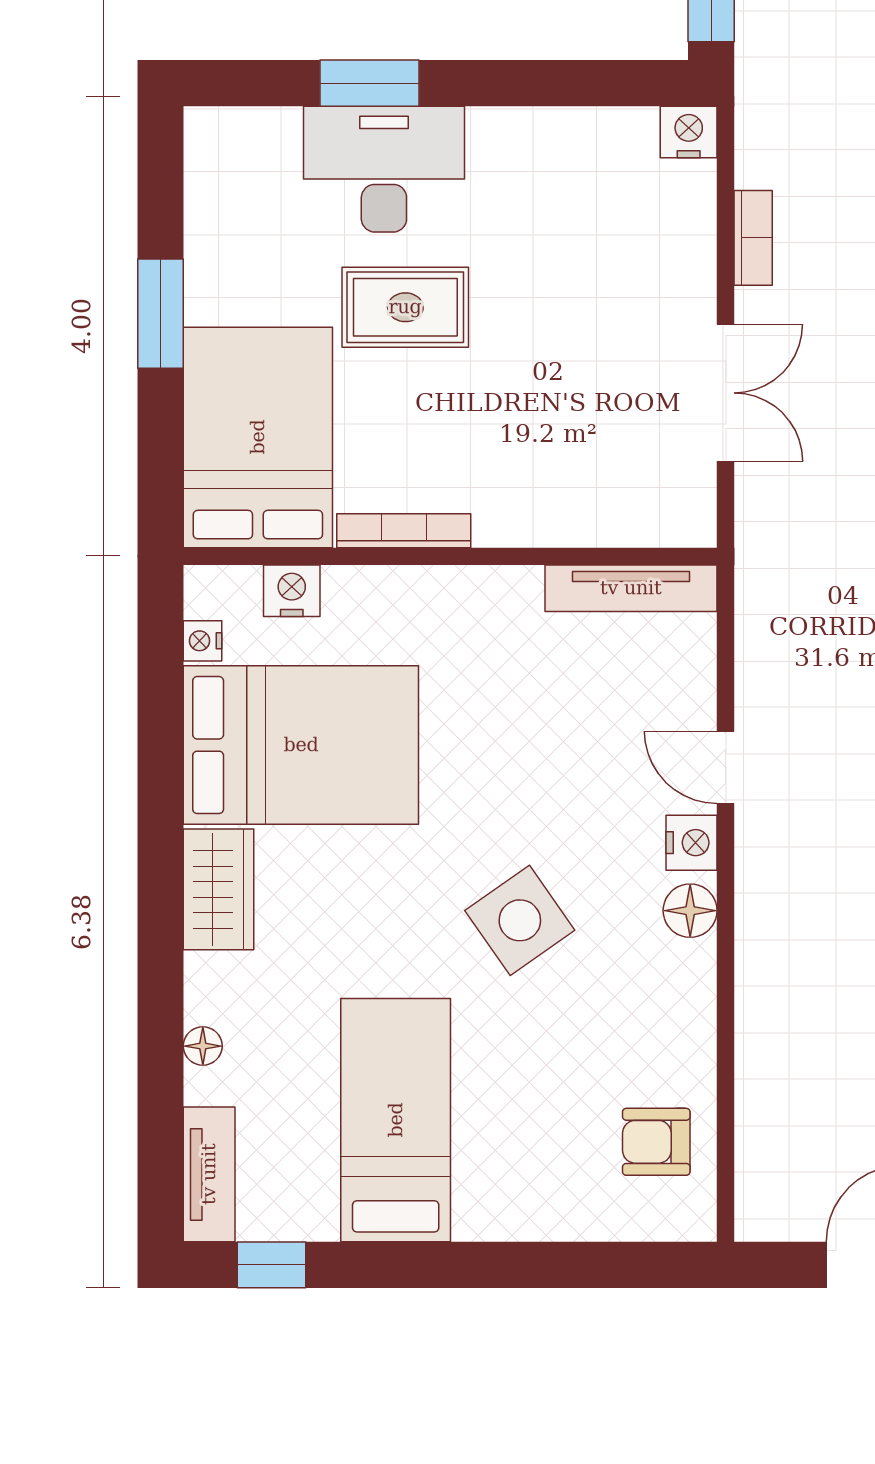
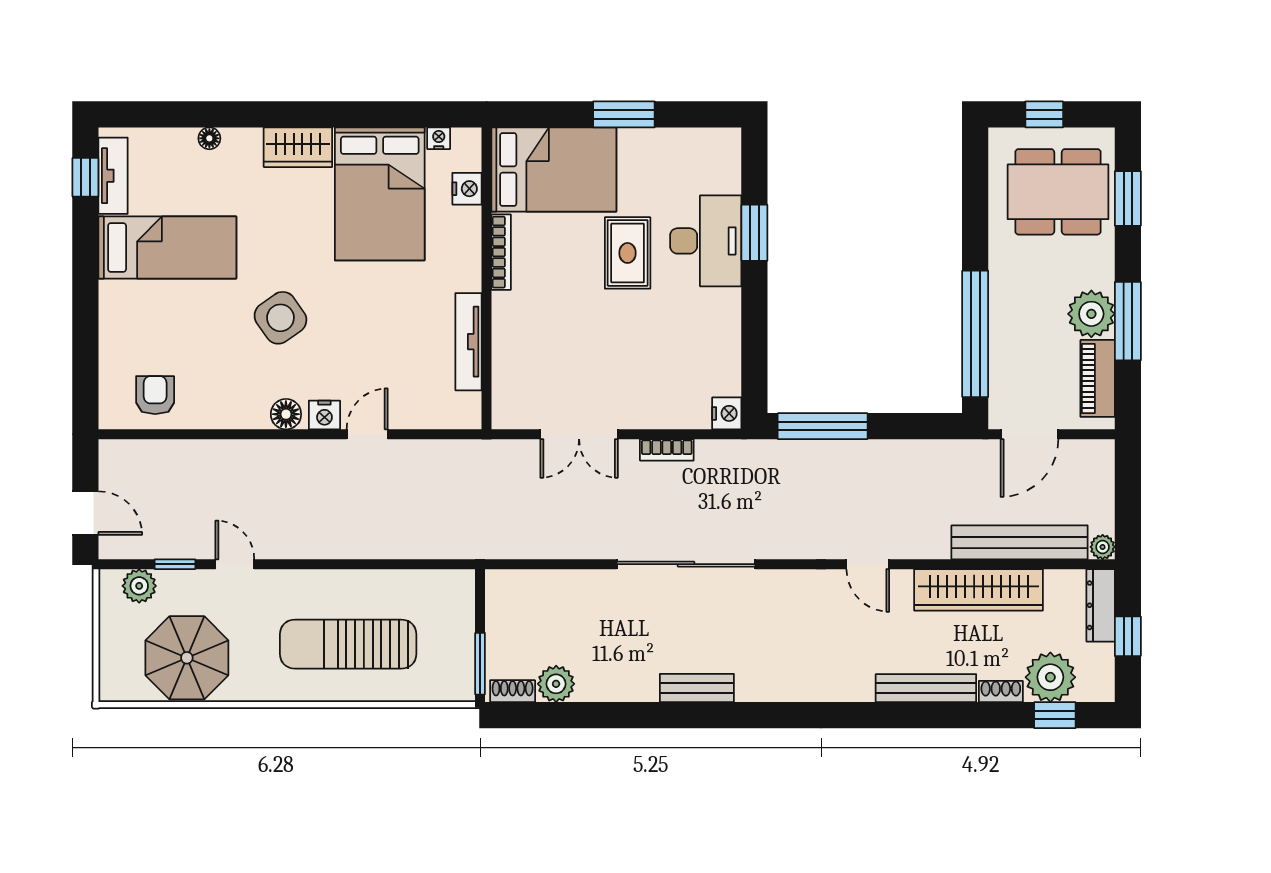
tv unit: (631, 588) -> (468, 342), moved
tv unit: (209, 1174) -> (113, 176), moved, turned -90

